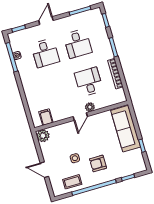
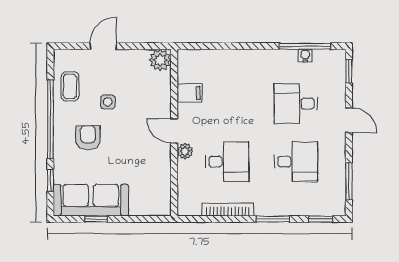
desk: (78, 44) -> (296, 162), turned 180
filing cabinet: (46, 117) -> (190, 93), moved
sofa: (126, 129) -> (91, 200), moved

